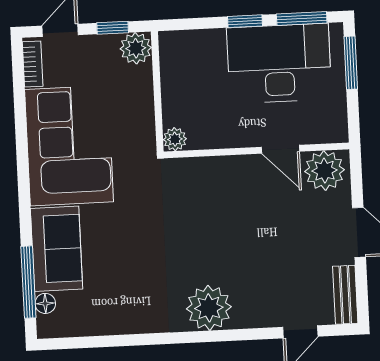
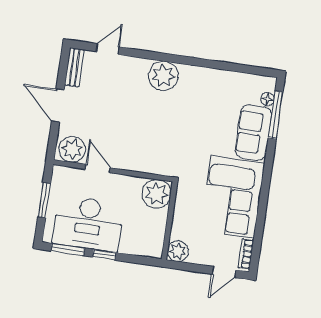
window: (113, 28) -> (190, 267), removed
window: (351, 63) -> (44, 200), moved
plant: (175, 139) -> (156, 194), width x1.87, depth x1.87

